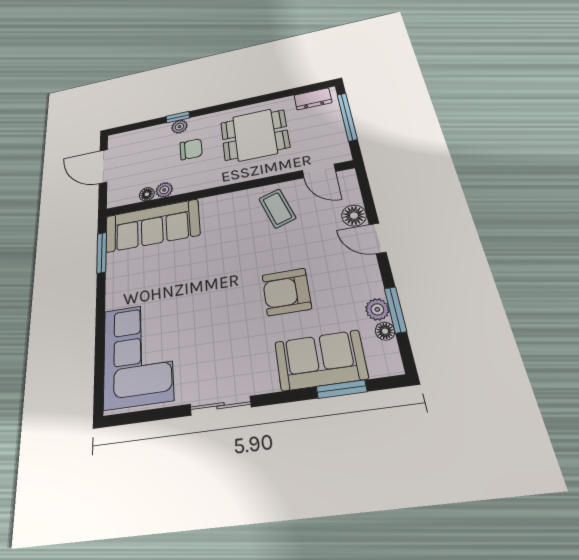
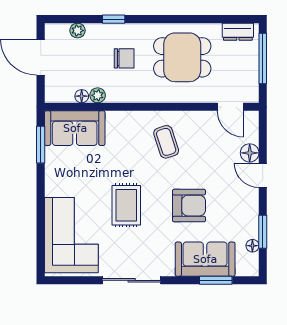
plant: (179, 127) -> (77, 31), moved
coffee table: (277, 208) -> (166, 142), moved
sofa: (152, 226) -> (75, 128), width x0.73
armchair: (287, 292) -> (189, 206), turned 180
rug: (205, 305) -> (126, 205), added
plant: (377, 309) -> (251, 230), removed
sliding door: (220, 406) -> (132, 280), width x1.37

